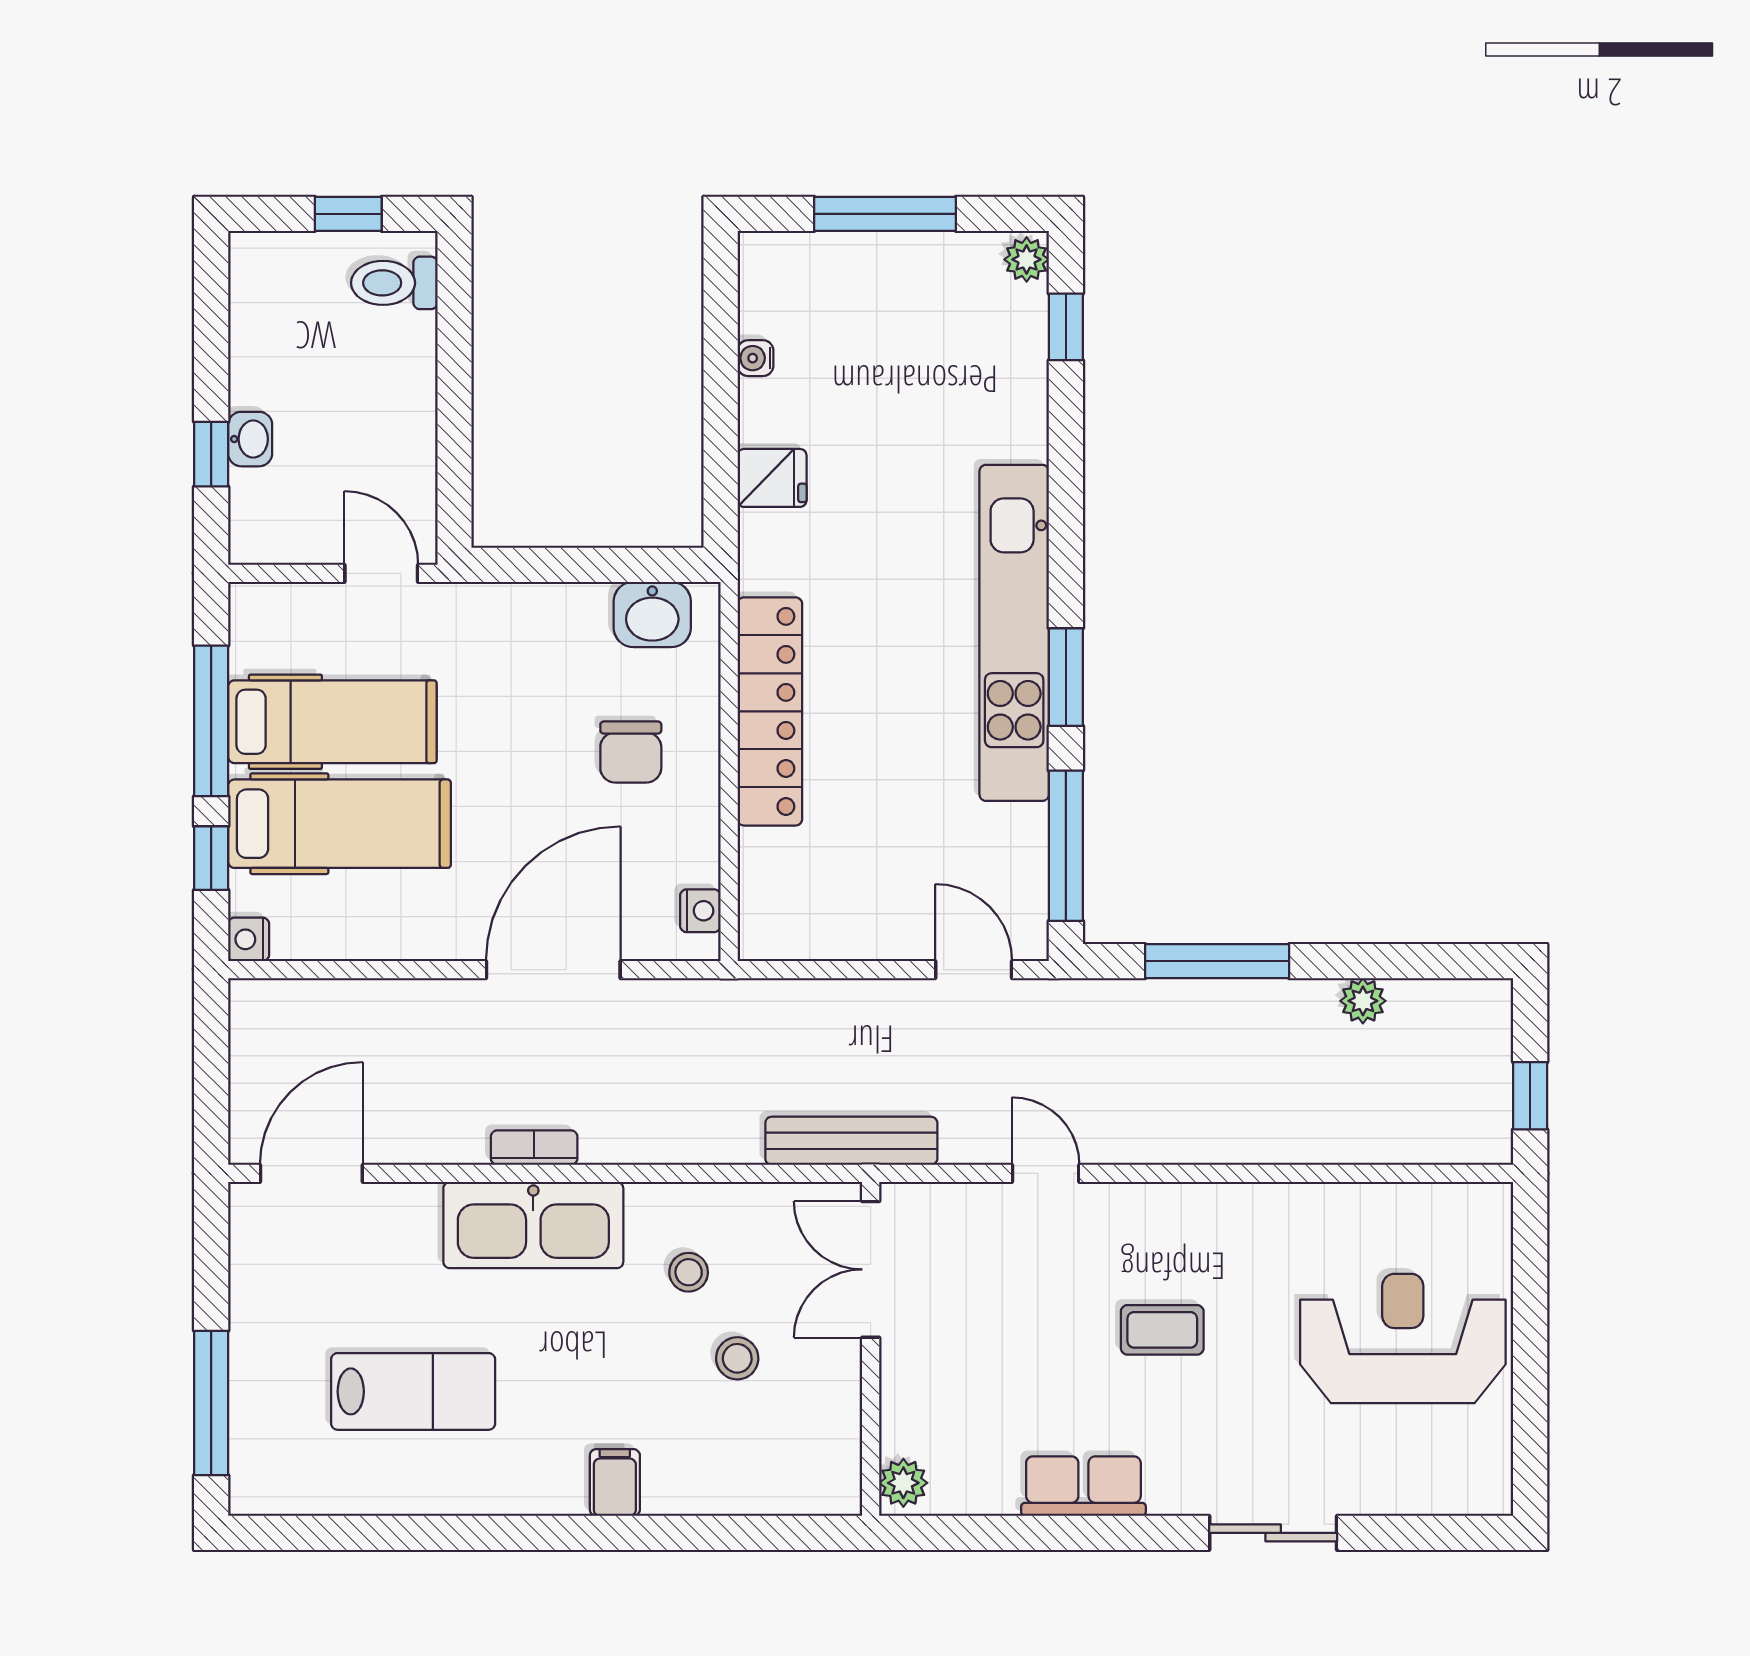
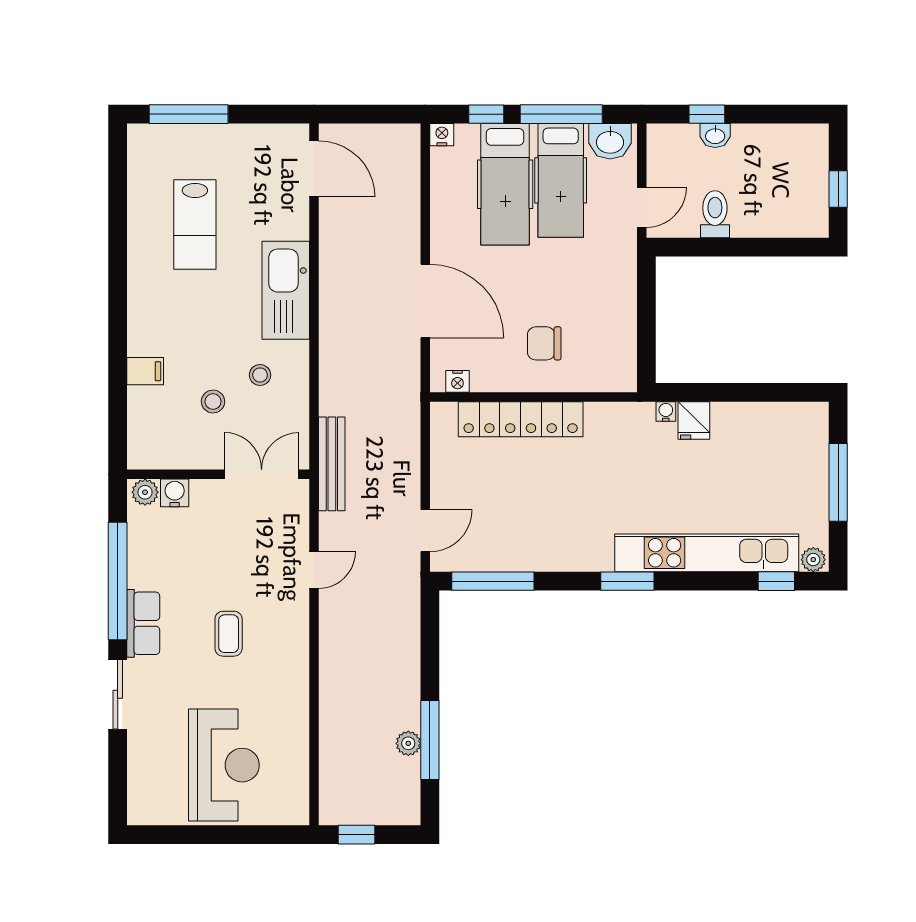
toilet: (394, 283) -> (715, 214), moved
water cooler: (755, 358) -> (666, 412), moved
washbasin: (652, 614) -> (610, 141), moved, turned -90
kitchen unit: (1014, 633) -> (707, 553), moved
window: (1066, 677) -> (627, 581), moved
locker: (770, 711) -> (521, 419), moved
window: (1217, 961) -> (430, 740), moved
bookcase: (534, 1148) -> (328, 291), removed
water cooler: (905, 1429) -> (175, 493), added
filing cabinet: (615, 1482) -> (145, 371), moved
row of seats: (1083, 1486) -> (143, 623), moved
window: (1066, 1533) -> (118, 581), added

